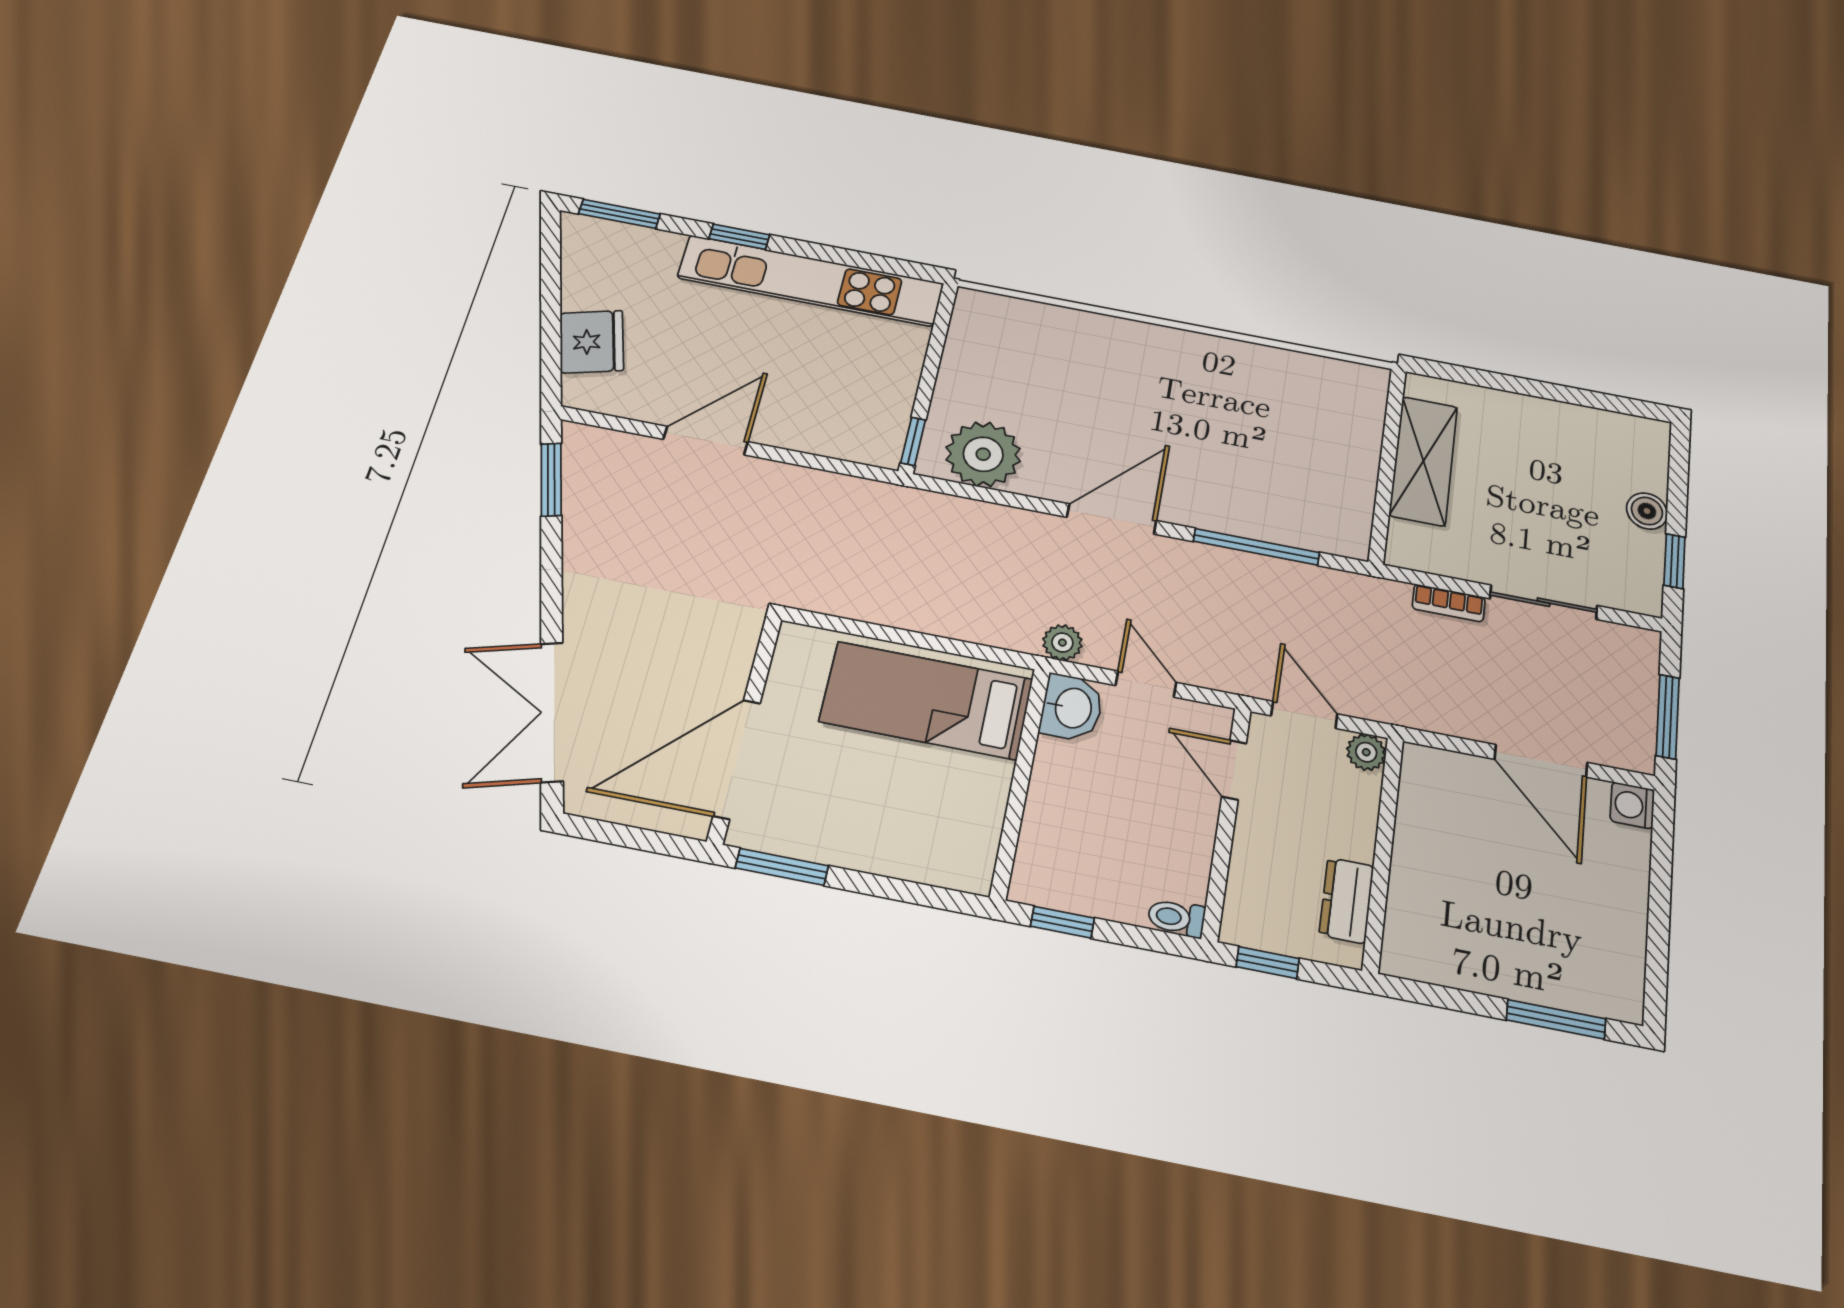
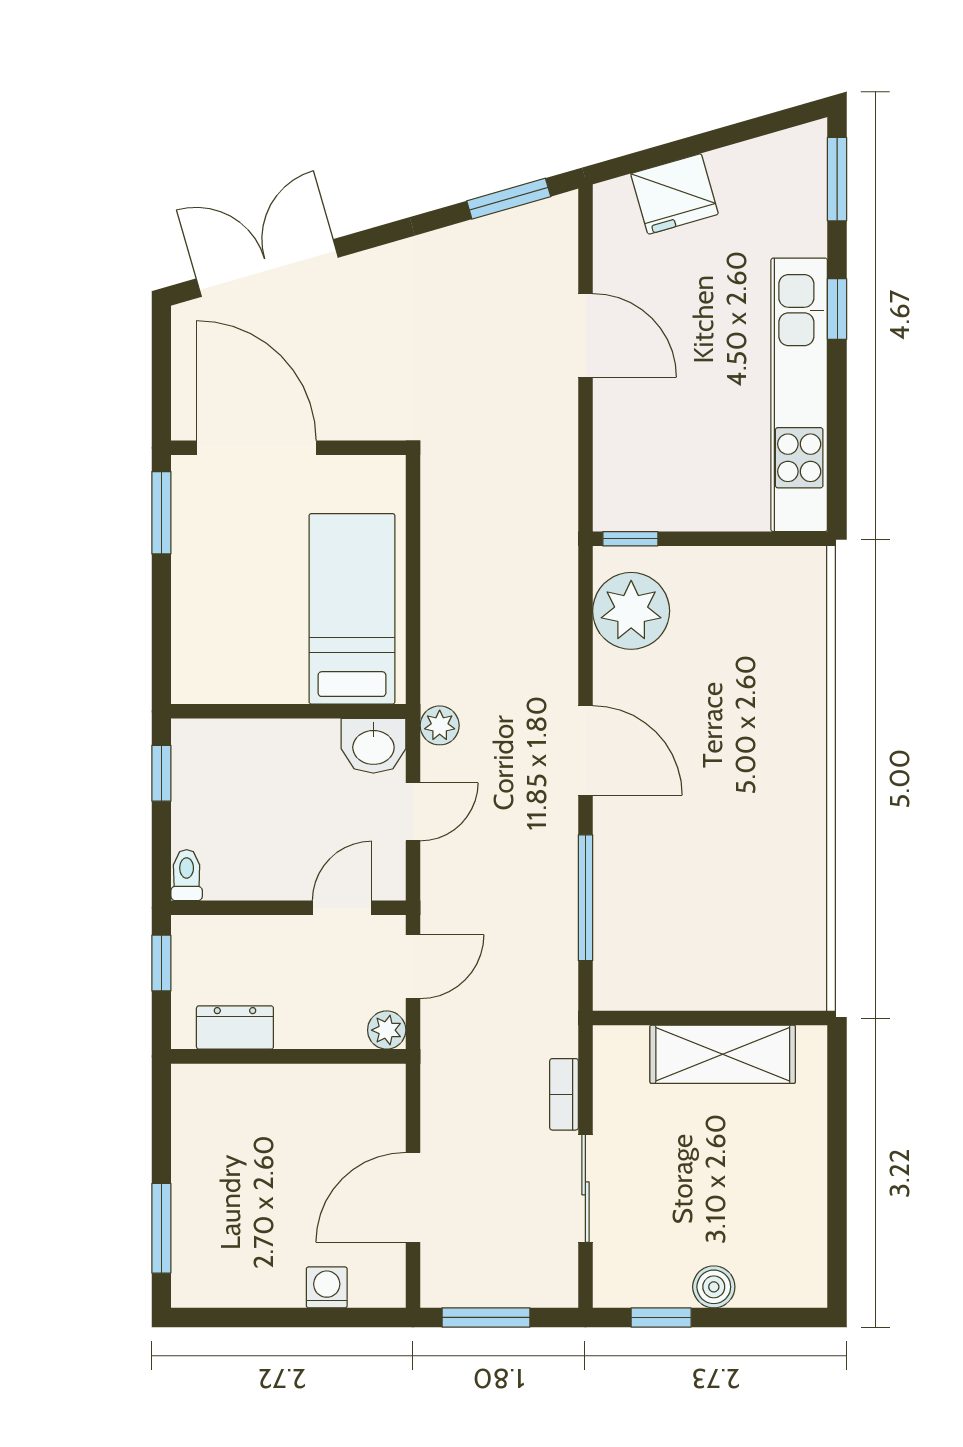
washing machine: (1632, 805) -> (327, 1287), moved

